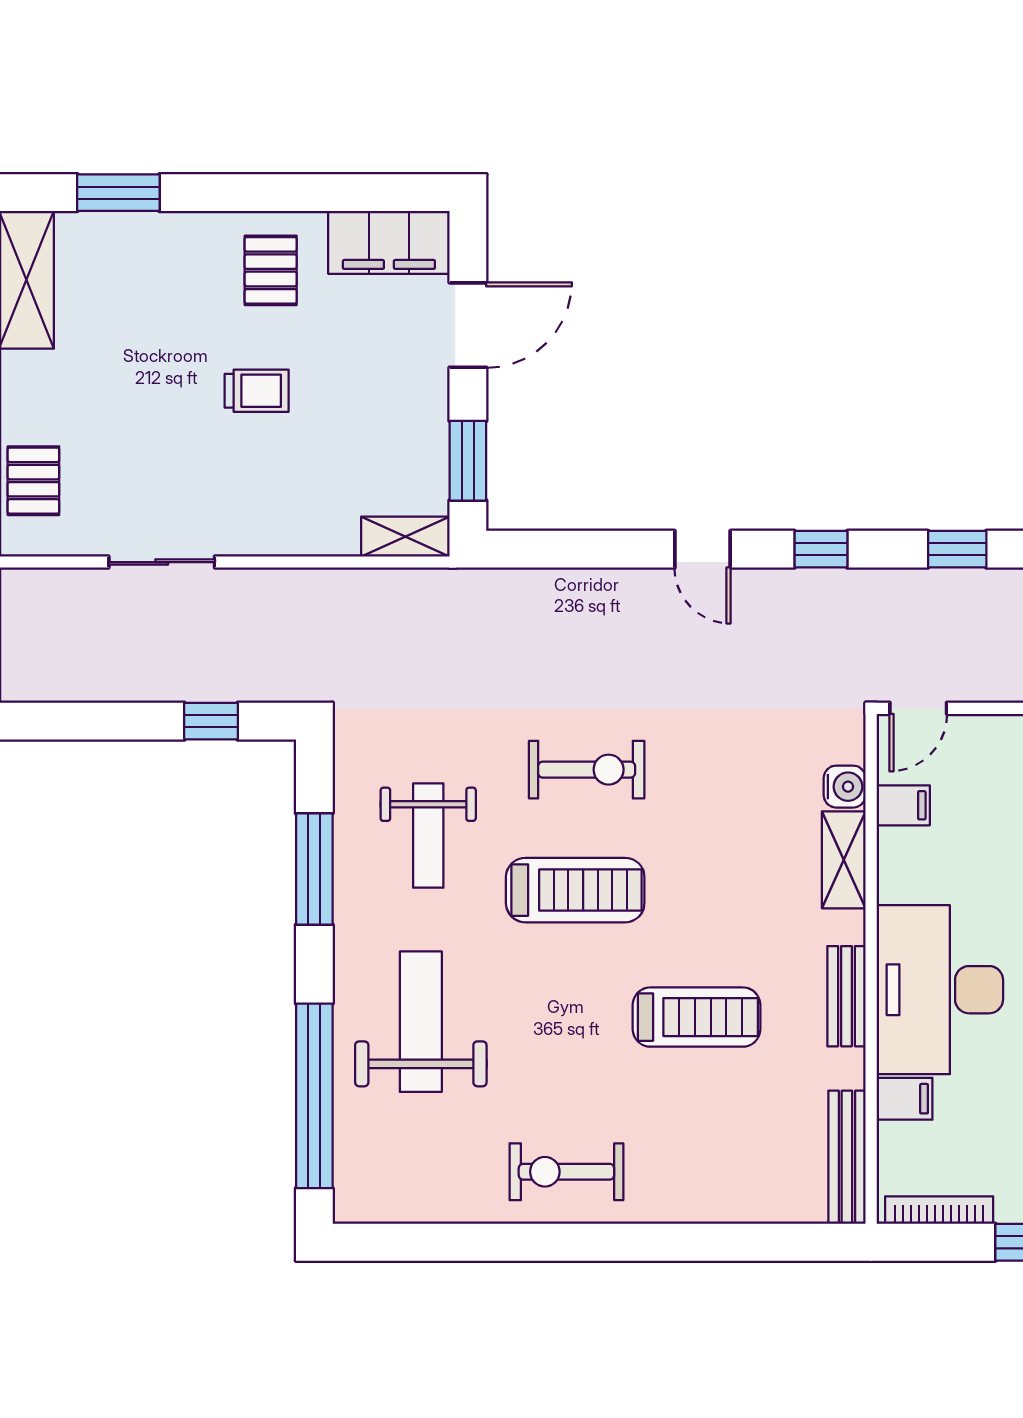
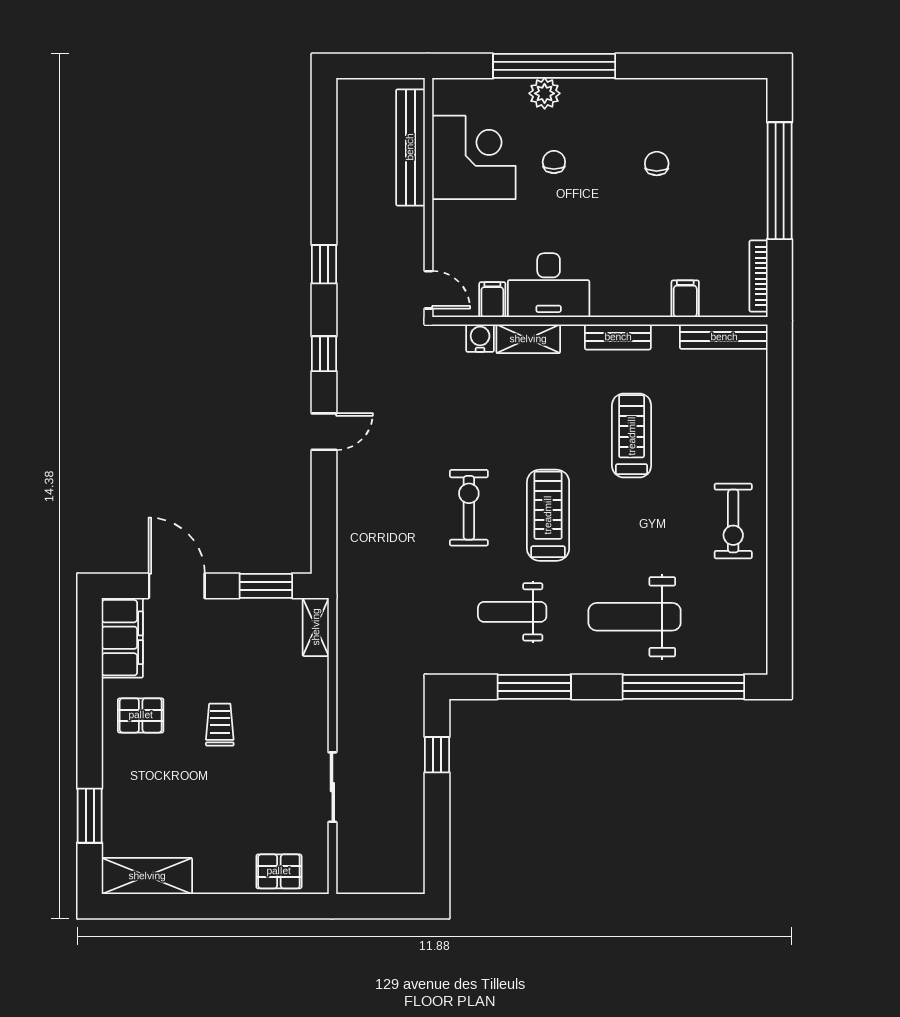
weight bench: (428, 836) -> (512, 612), turned 180
desk: (940, 990) -> (549, 285), moved, width x0.73, depth x0.77

